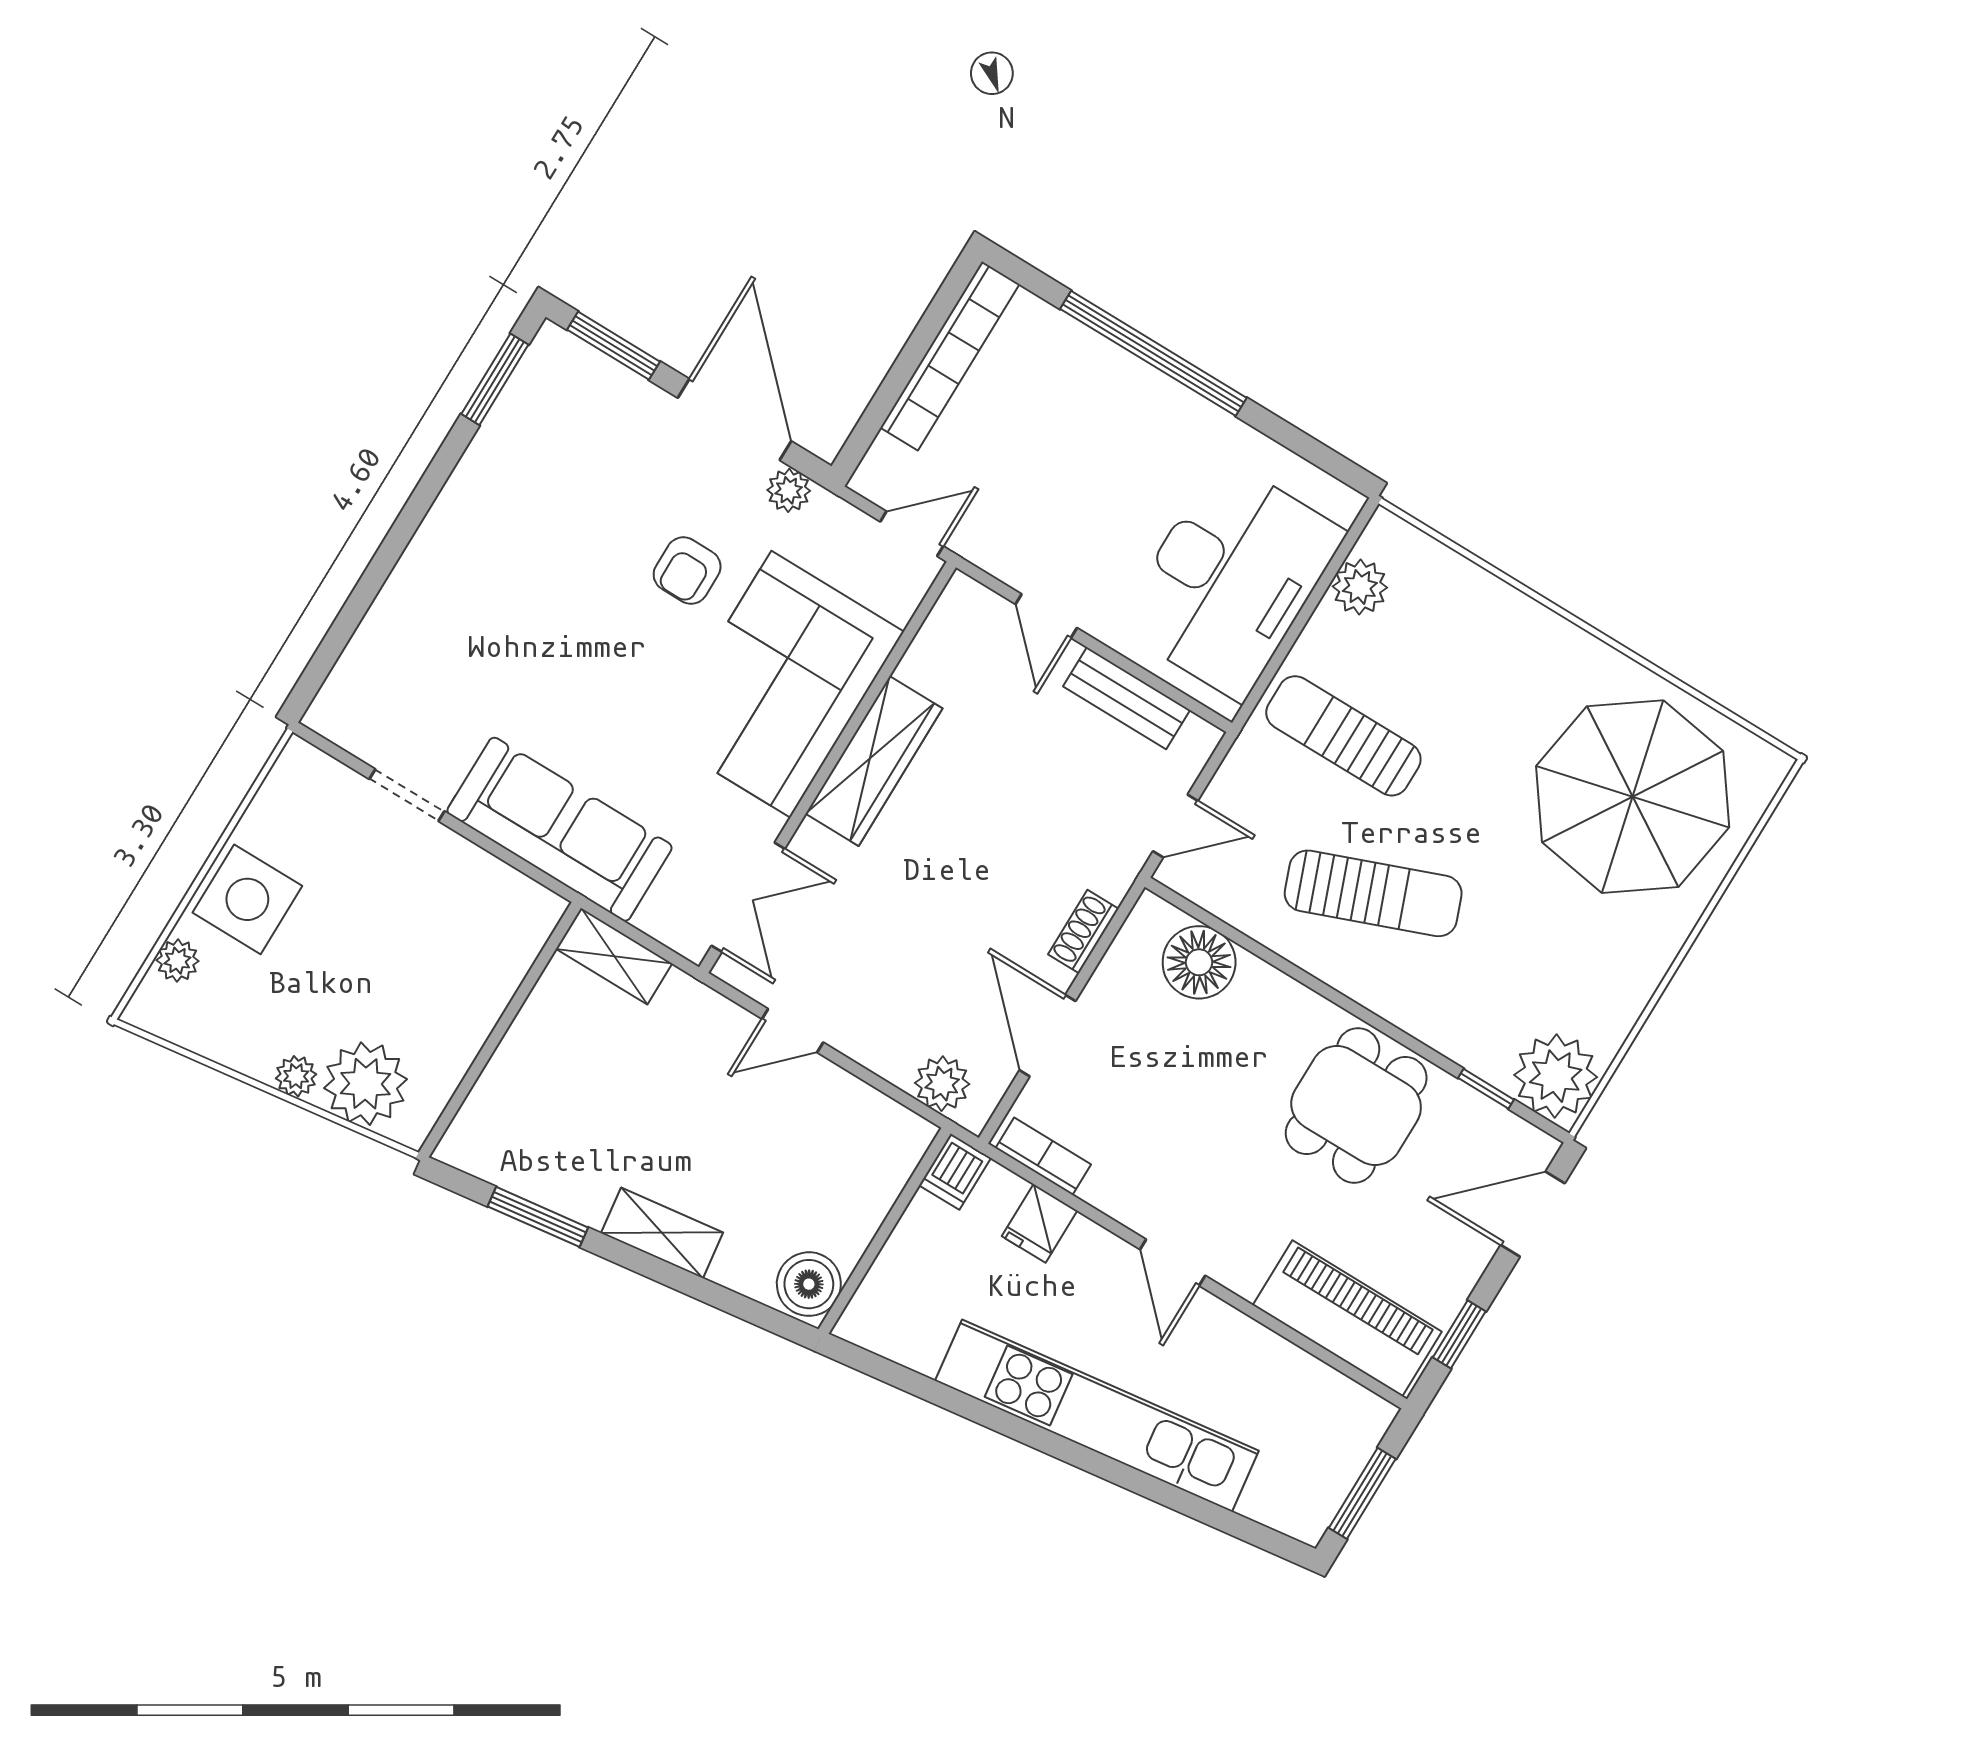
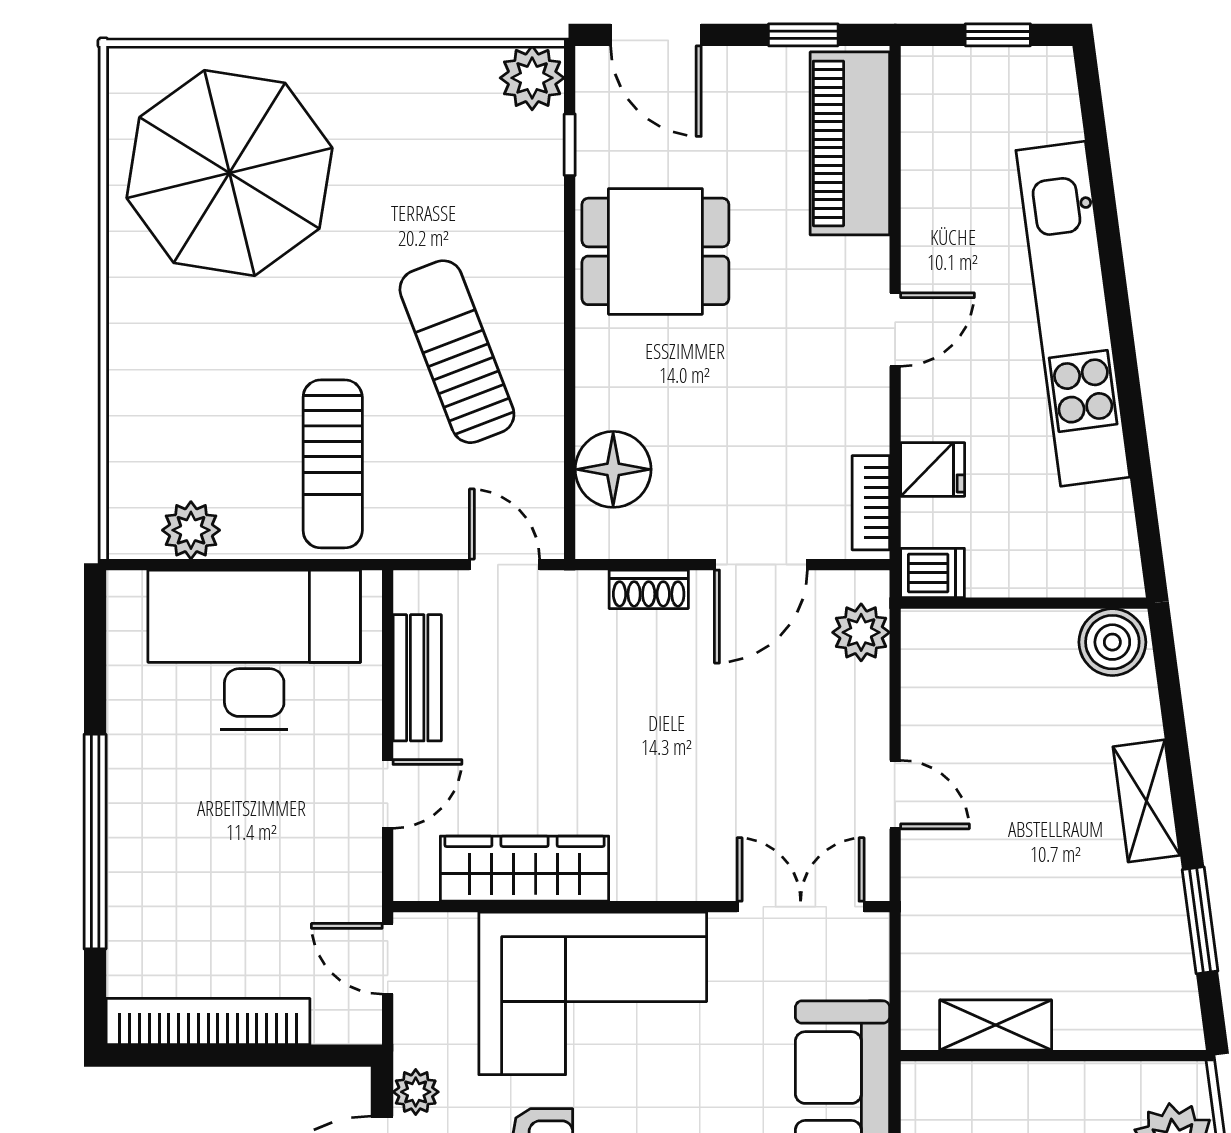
wardrobe: (874, 761) -> (525, 869), moved
shelving: (614, 956) -> (996, 1025), moved, turned 90
plant: (1556, 1076) -> (532, 78), width x0.73, depth x0.73
window: (1362, 1493) -> (998, 35), width x0.67

